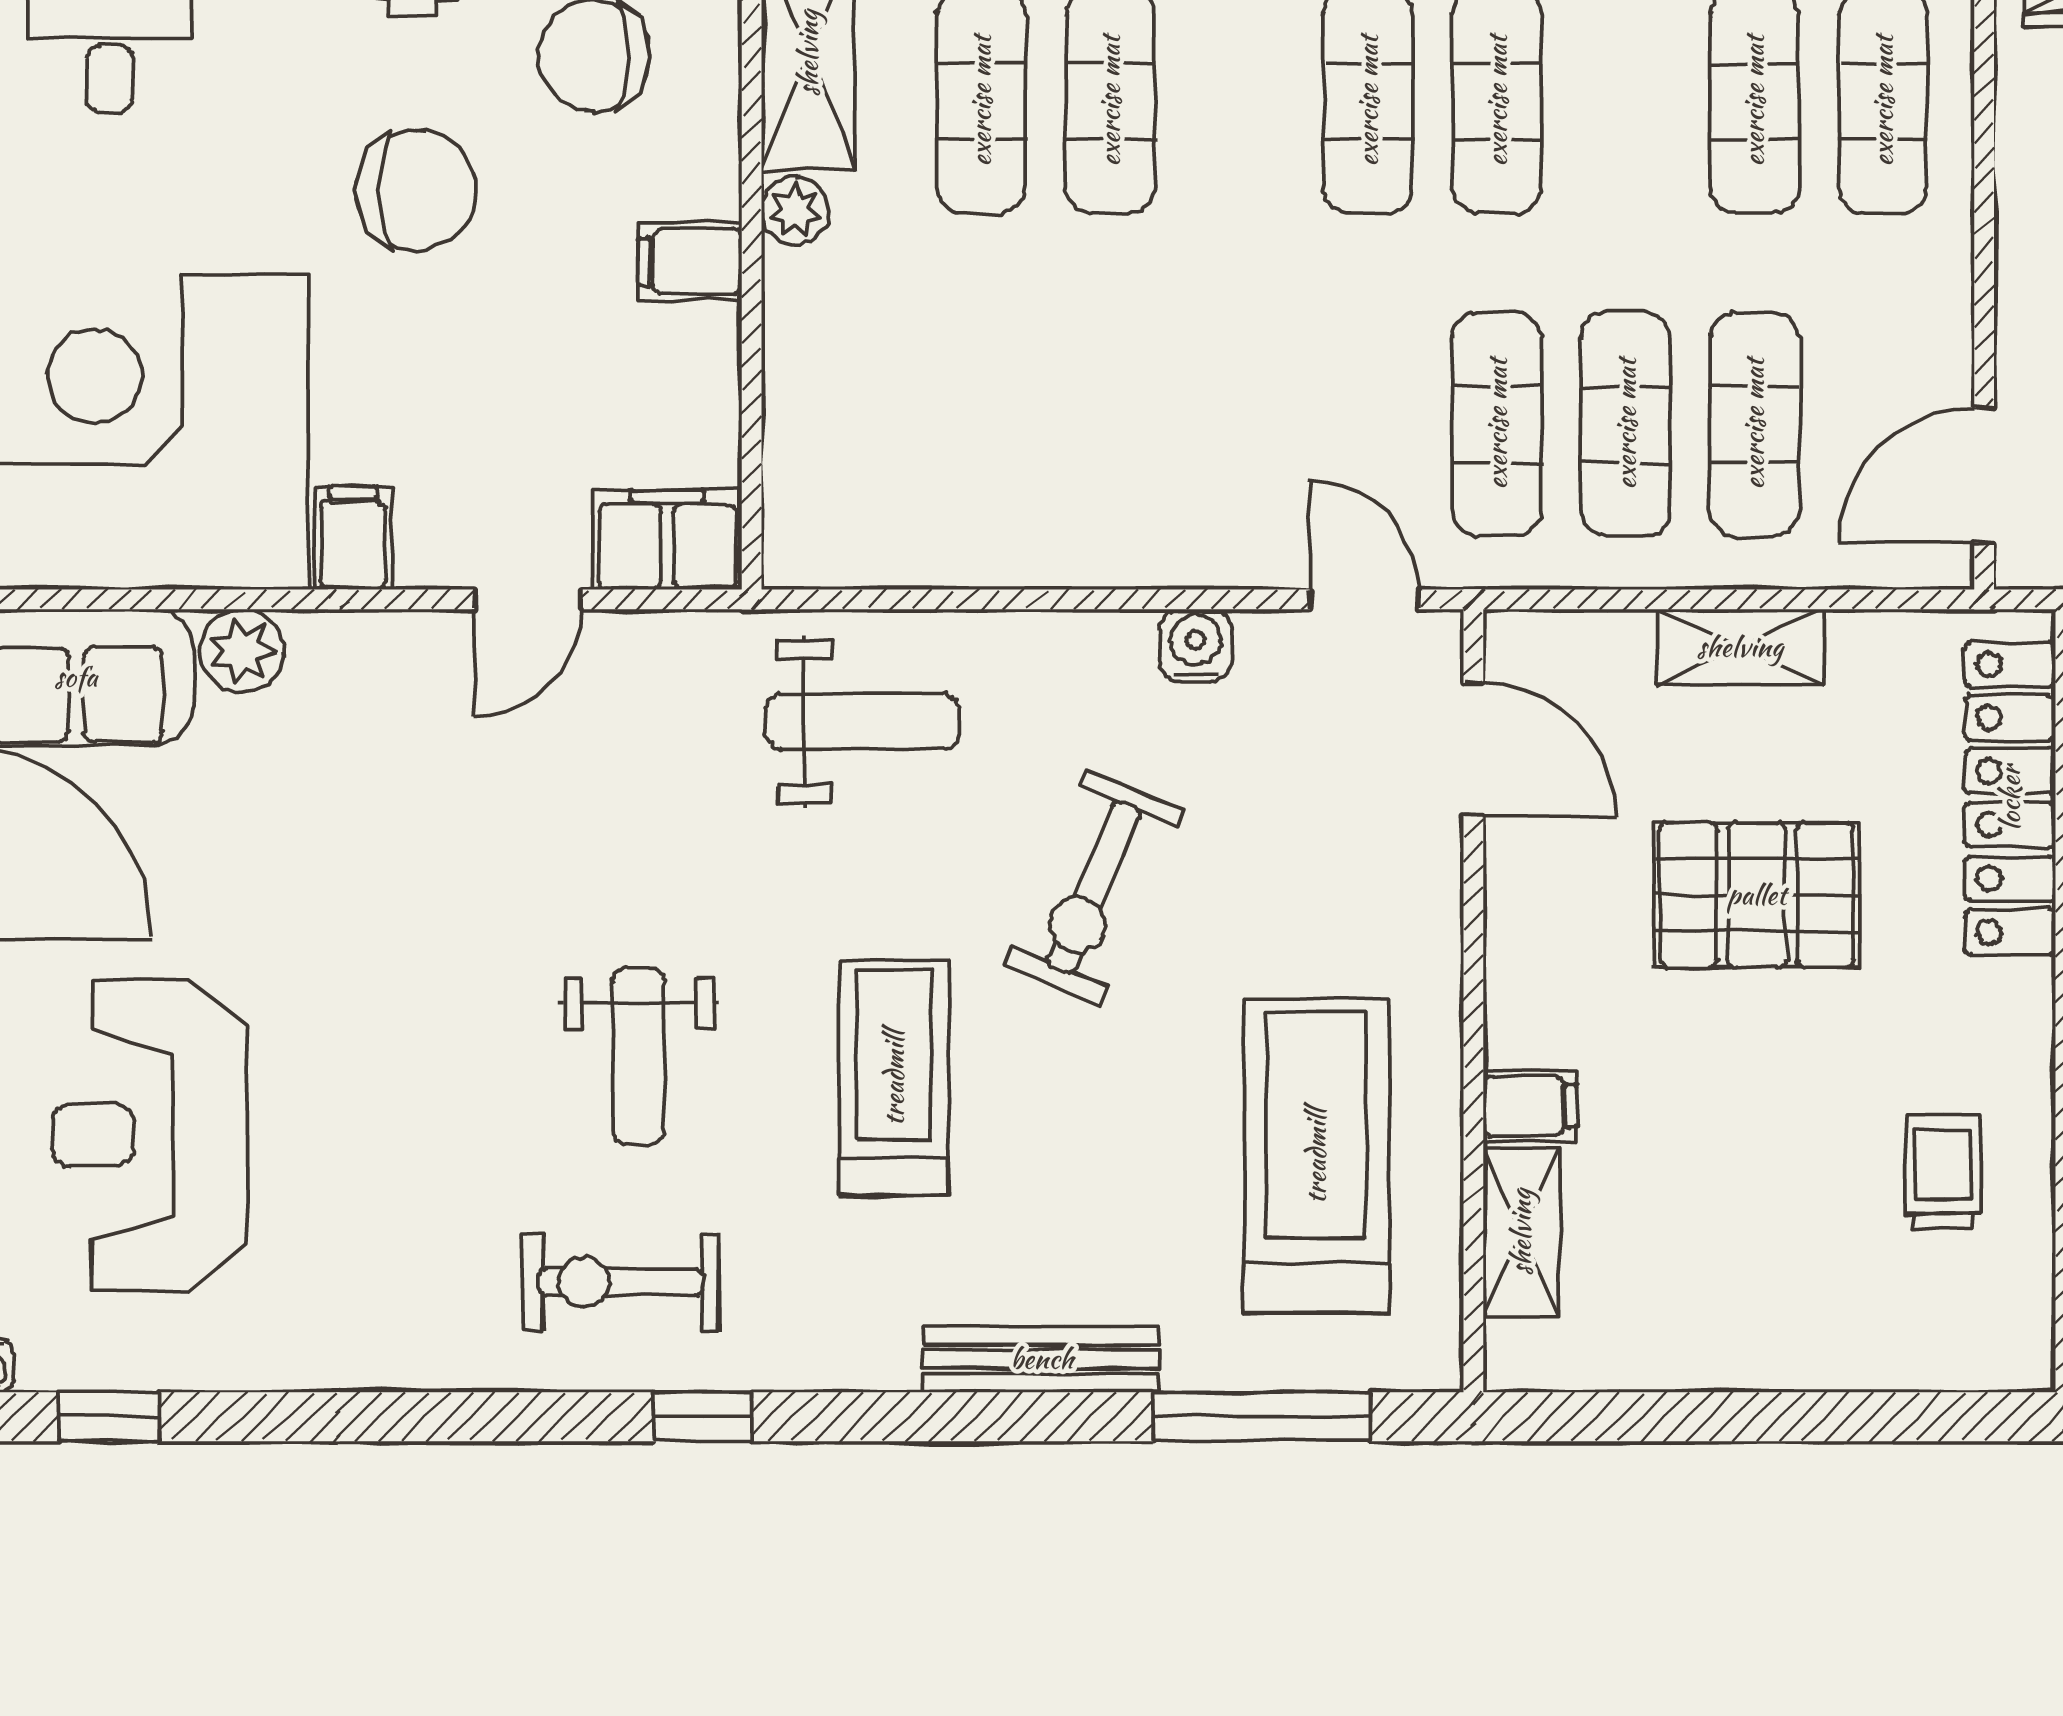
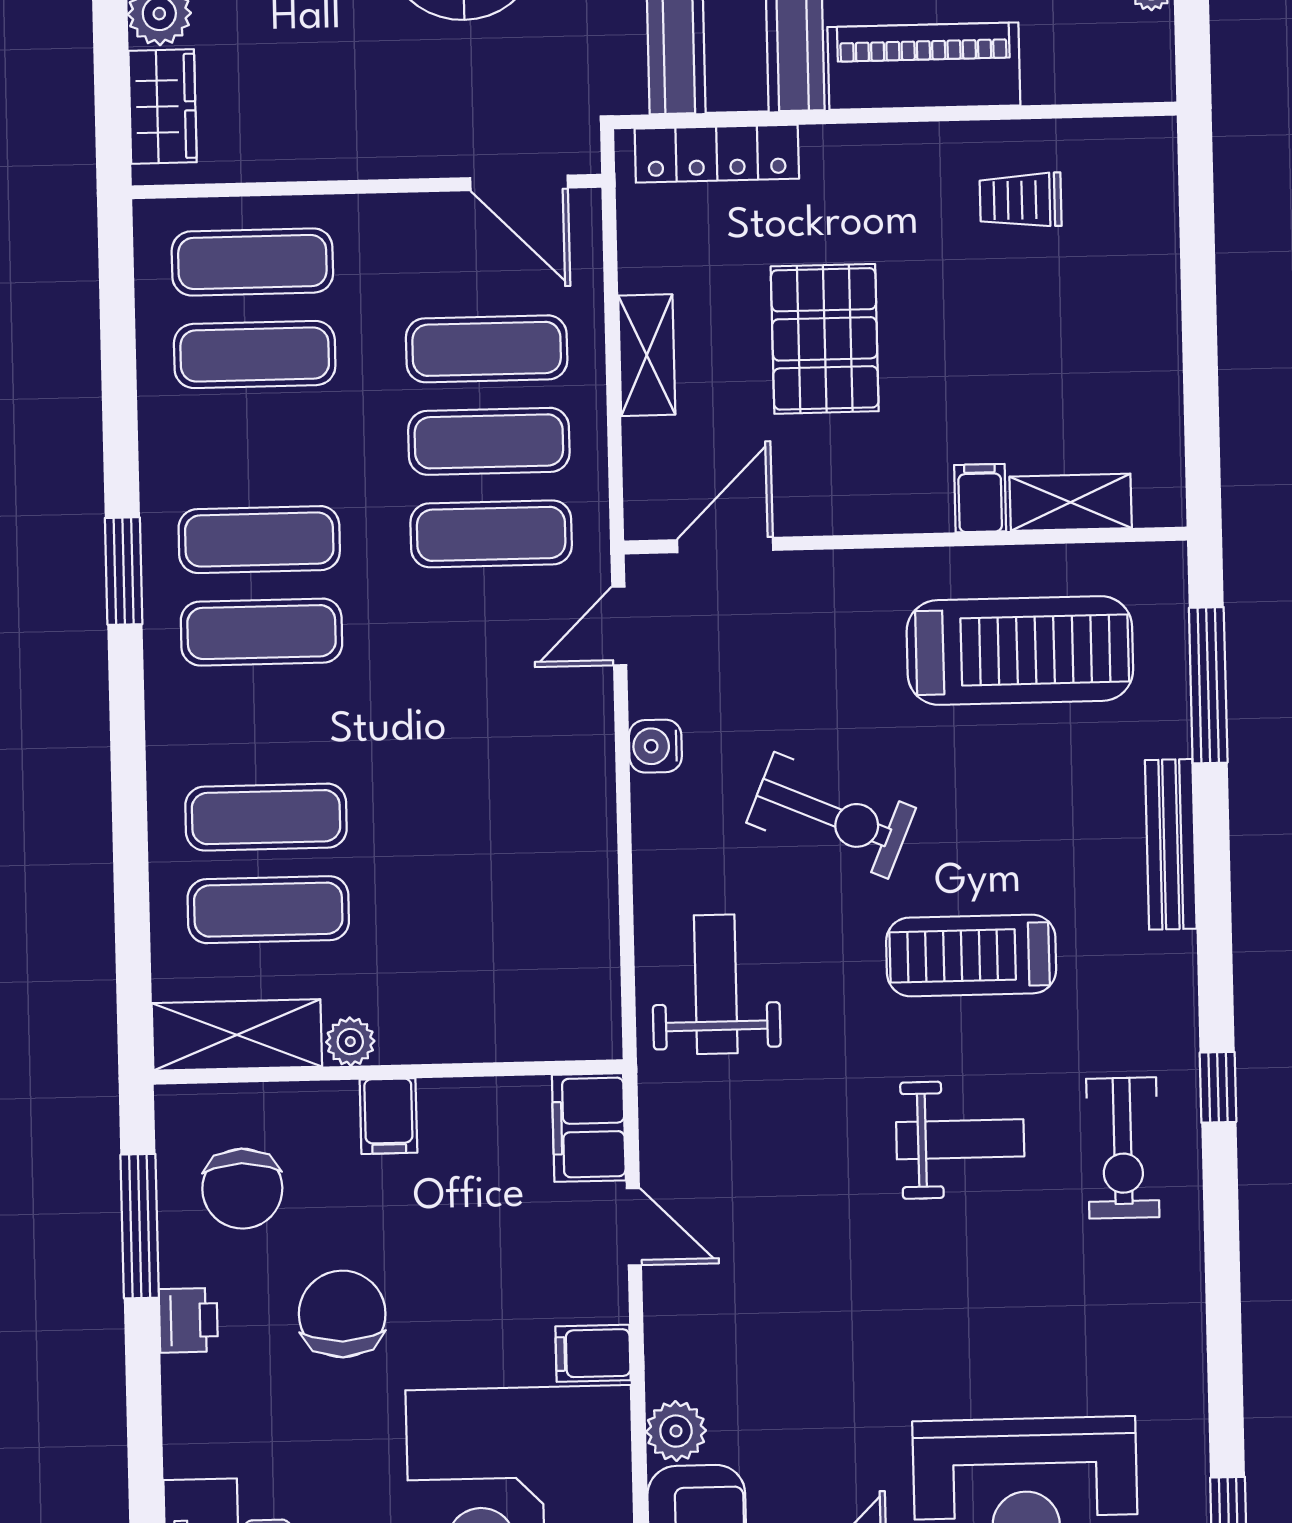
locker: (2010, 798) -> (717, 154), width x0.71, depth x0.83
treadmill: (1316, 1156) -> (1020, 651), turned 180

